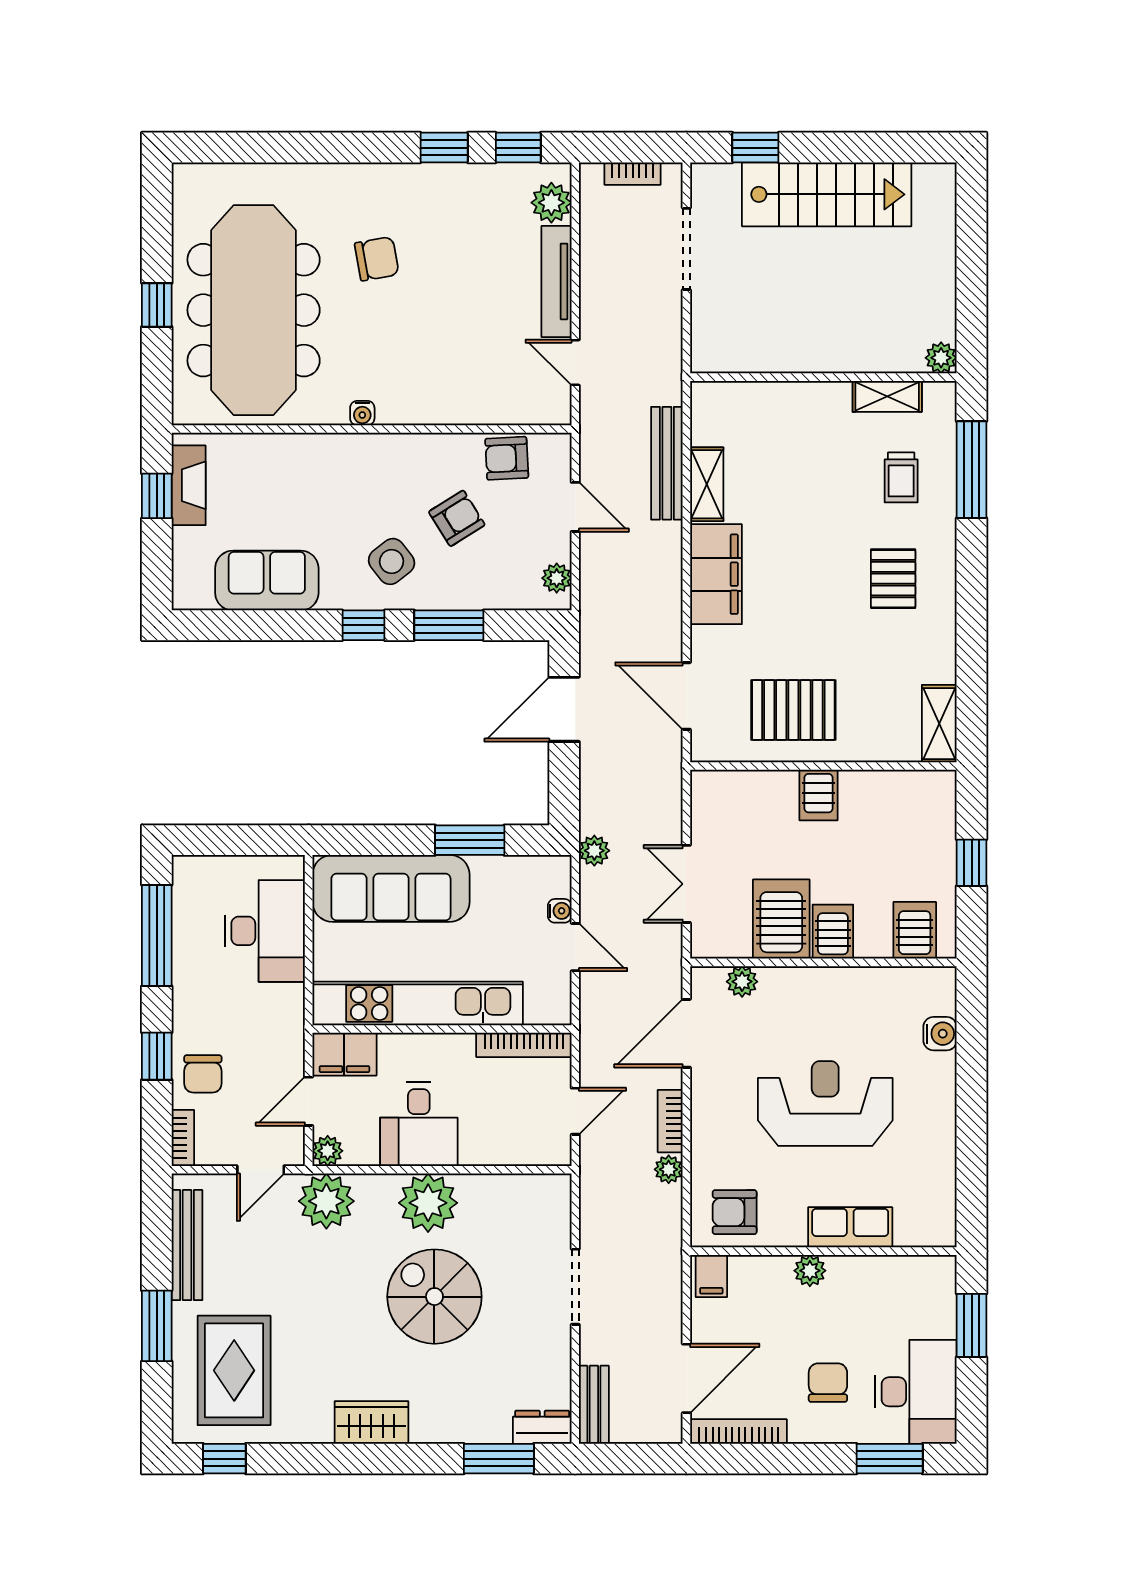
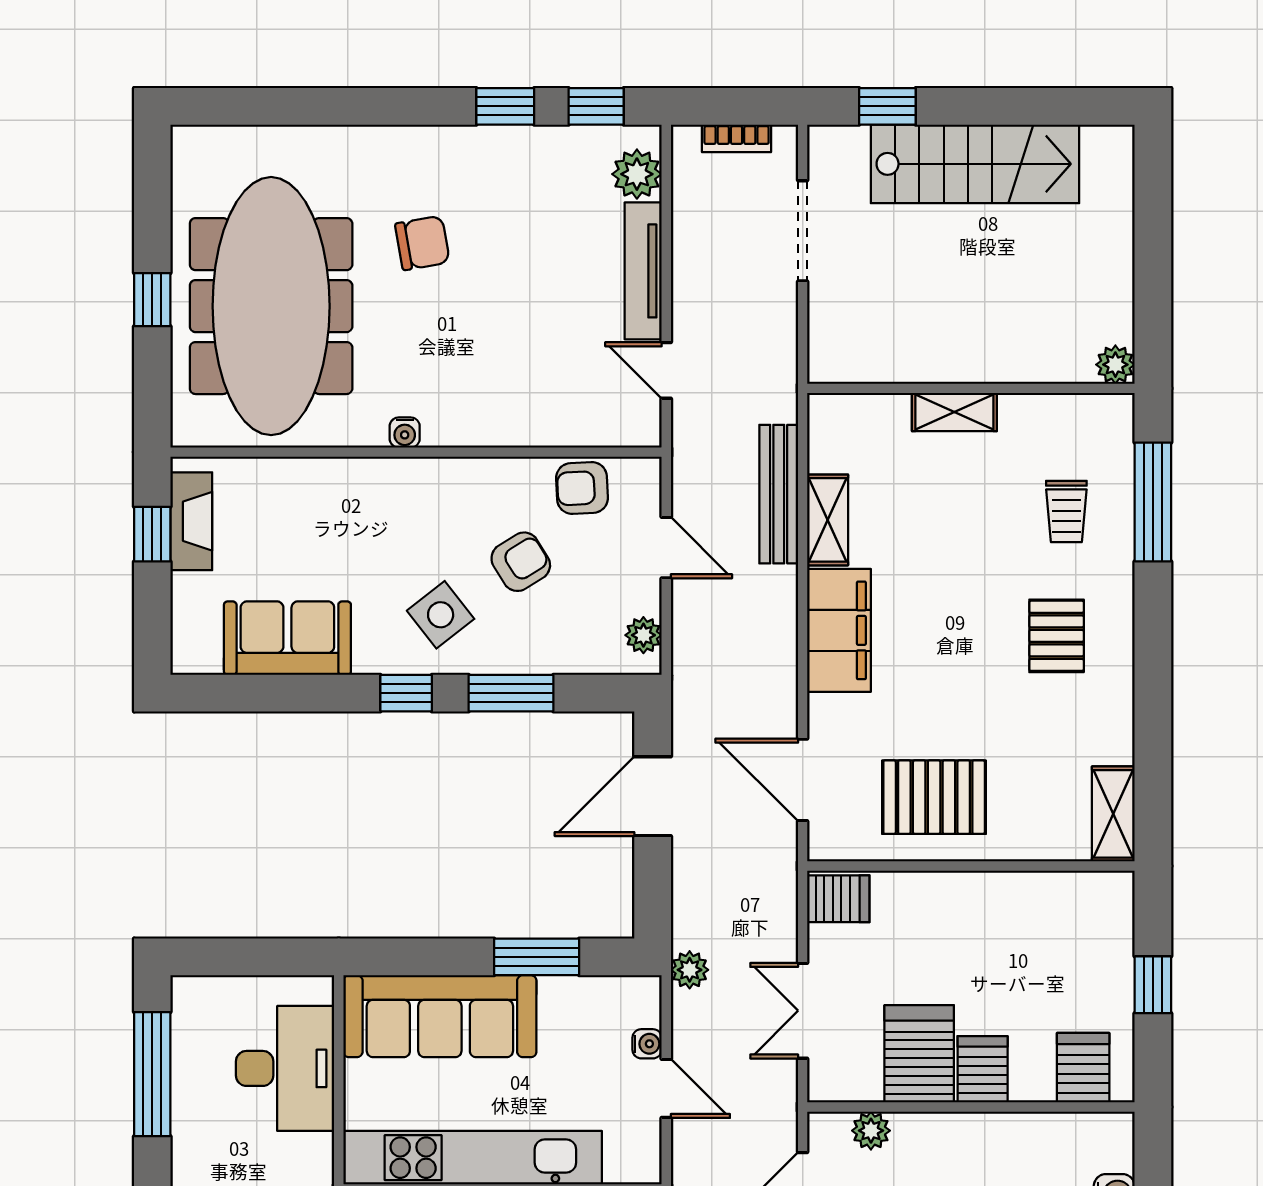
shelving: (887, 396) -> (954, 412), moved
server rack: (818, 795) -> (838, 899), moved, turned -90

